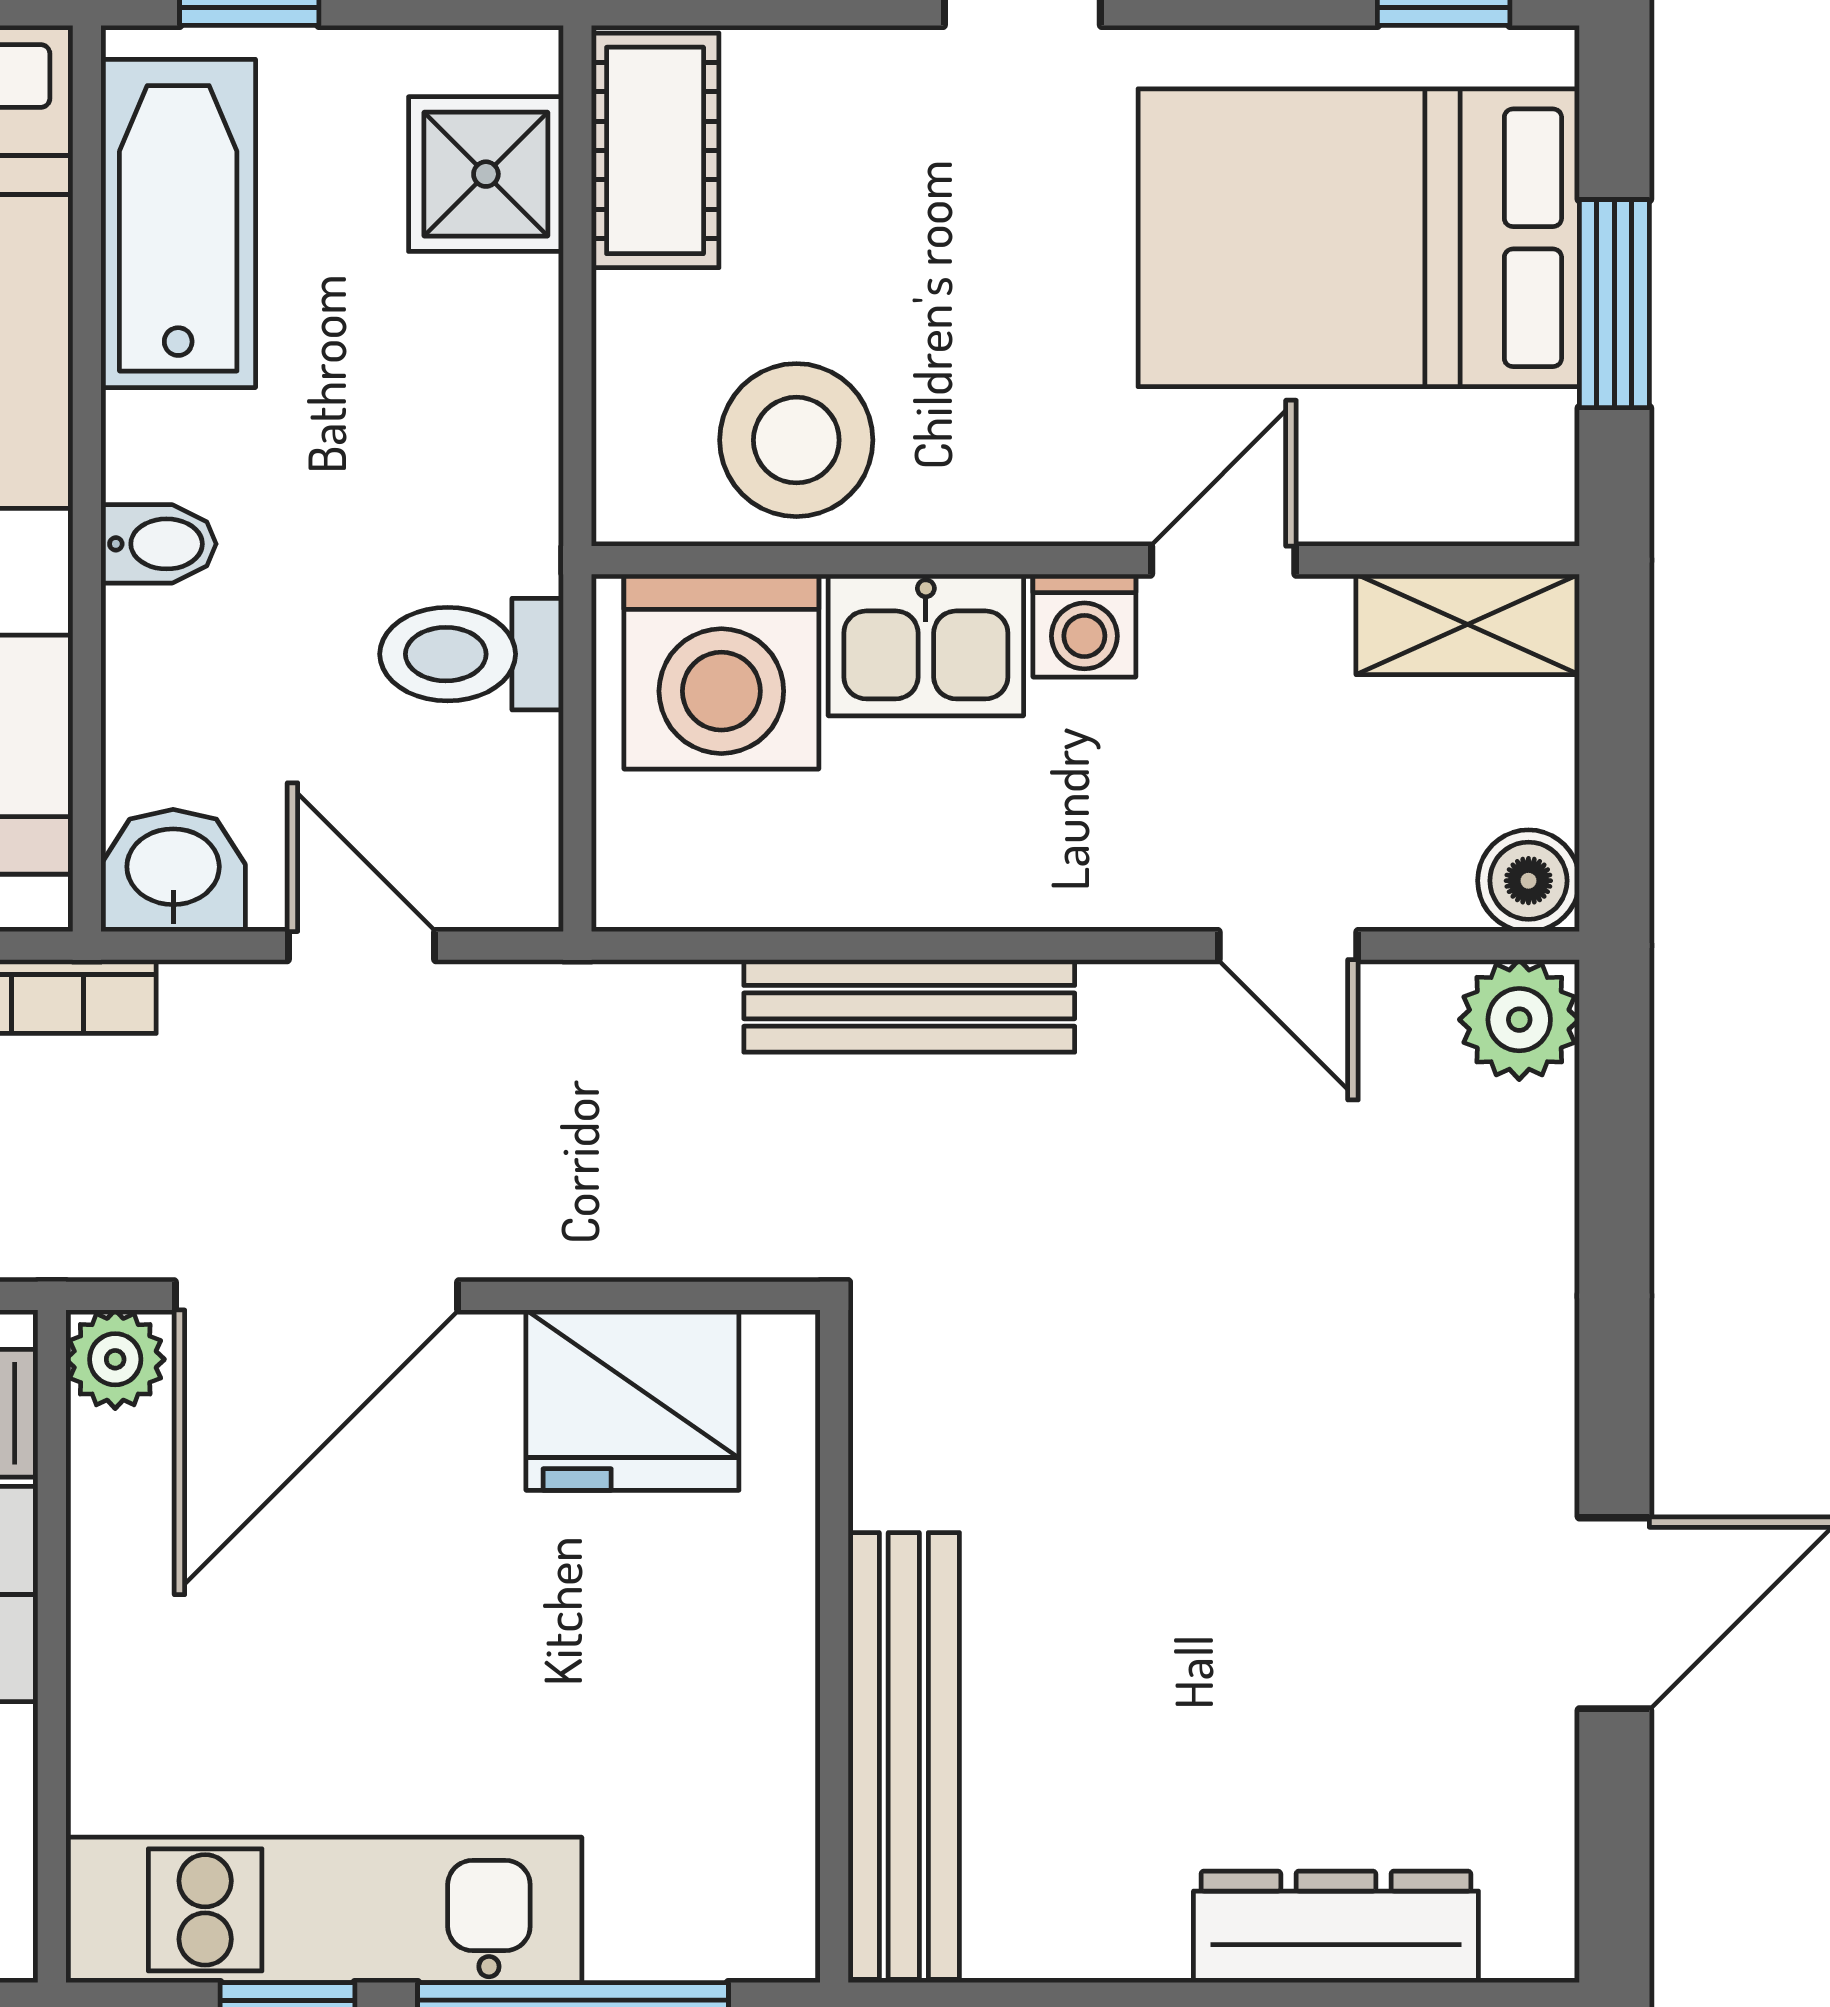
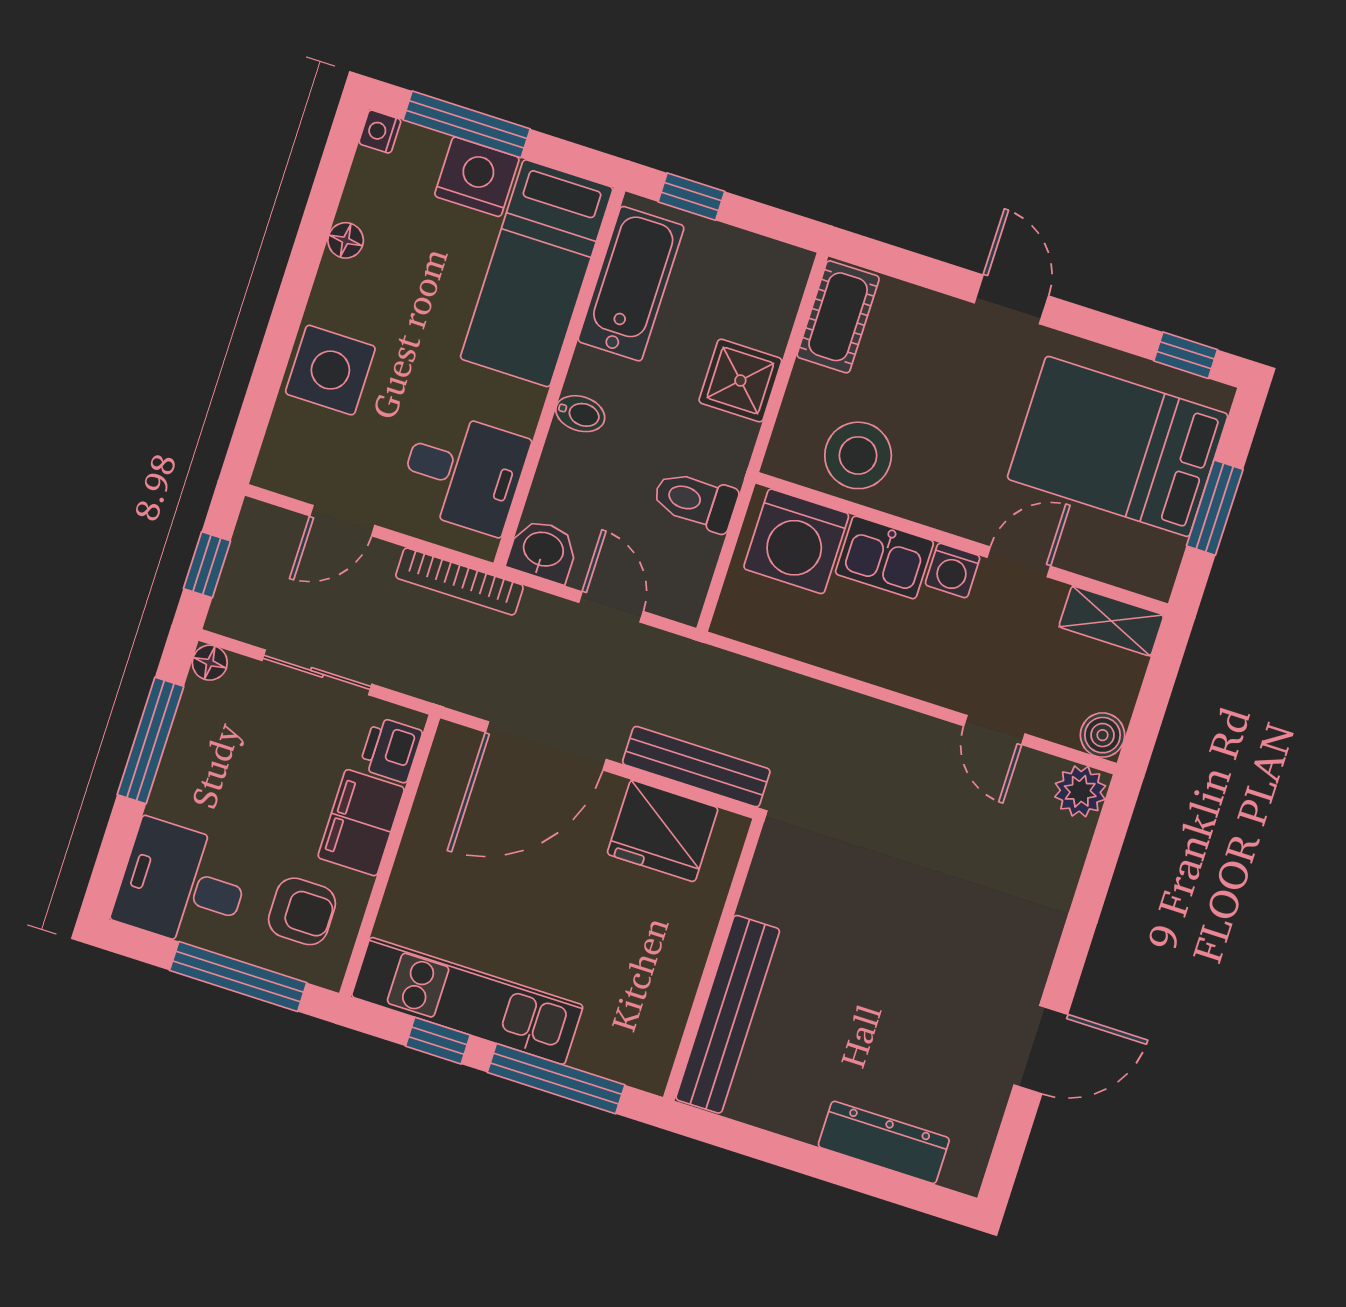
shower: (486, 174) -> (740, 381), moved
bench: (909, 1006) -> (696, 767), moved
plant: (115, 1359) -> (454, 745), removed

